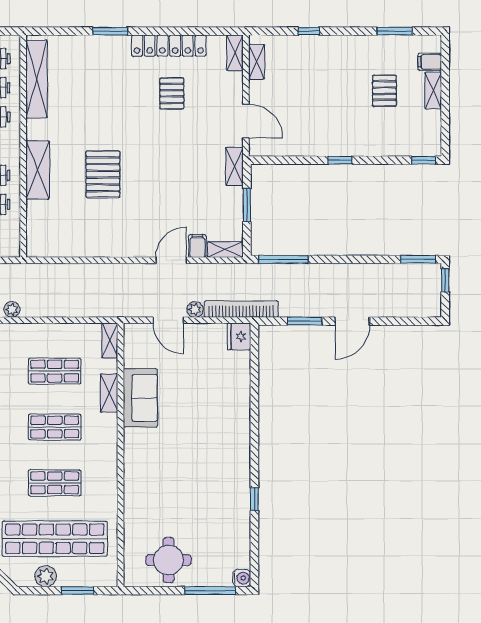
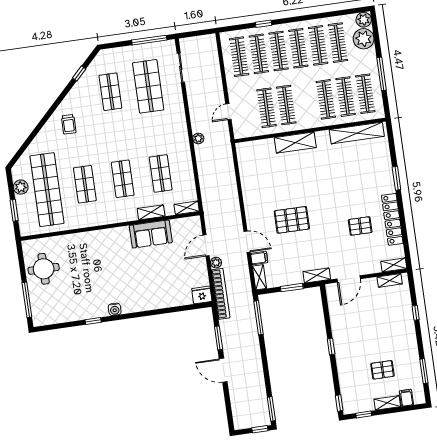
window: (445, 127) -> (364, 415), added
pallet: (103, 174) -> (292, 220), moved
water cooler: (242, 578) -> (115, 309), moved

